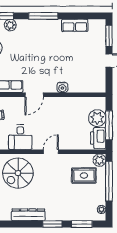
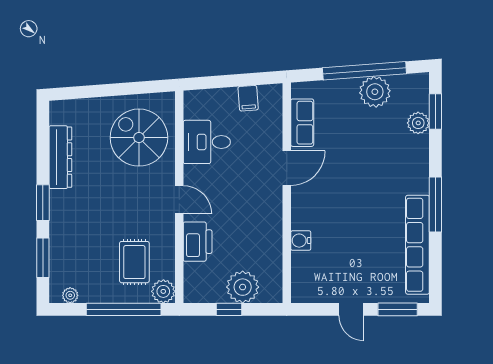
window: (43, 16) -> (435, 205), moved
row of seats: (75, 25) -> (417, 245), width x2.02
water cooler: (62, 87) -> (301, 241), moved
door: (34, 95) -> (287, 168), swing flipped
window: (109, 125) -> (229, 309), width x0.46
printer: (98, 138) -> (198, 242), moved, turned 90

